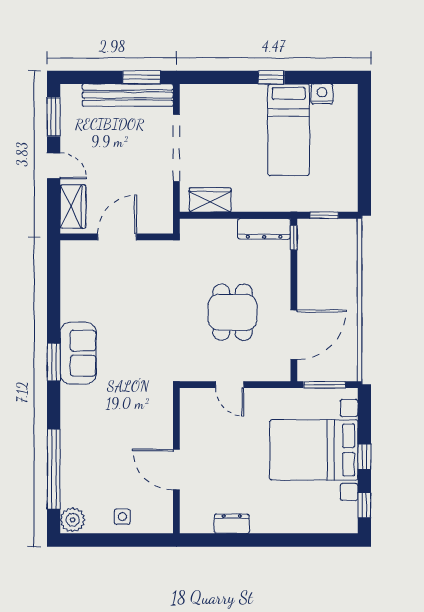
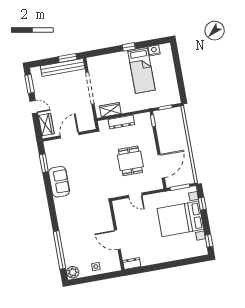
dresser: (264, 229) -> (121, 122), moved
sofa: (78, 353) -> (59, 182), moved
window: (54, 362) -> (44, 163), moved
window: (364, 457) -> (202, 204), moved
dresser: (232, 524) -> (132, 263), moved

